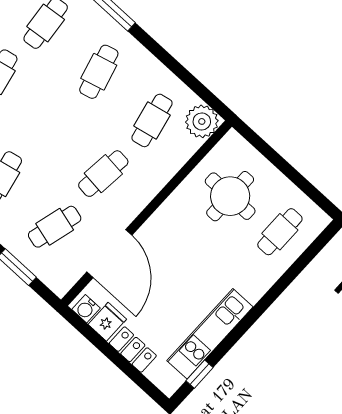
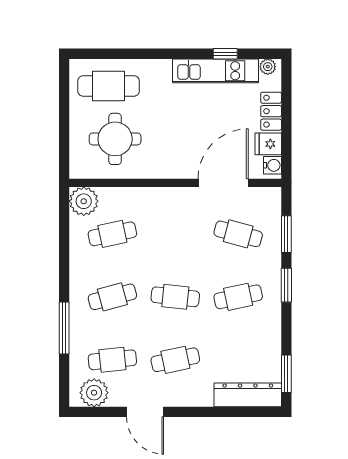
cafe table: (103, 174) -> (175, 297), moved
cafe table: (280, 232) -> (109, 86), width x1.37, depth x1.35
window: (200, 374) -> (225, 54), moved
plant: (173, 381) -> (268, 67), added

